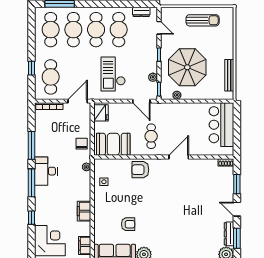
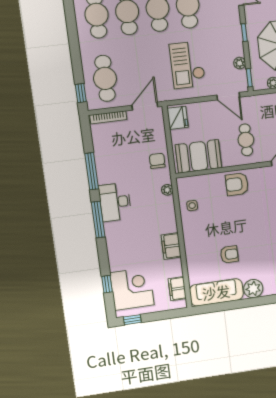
window: (32, 68) -> (81, 93), moved
window: (32, 218) -> (107, 284), moved

